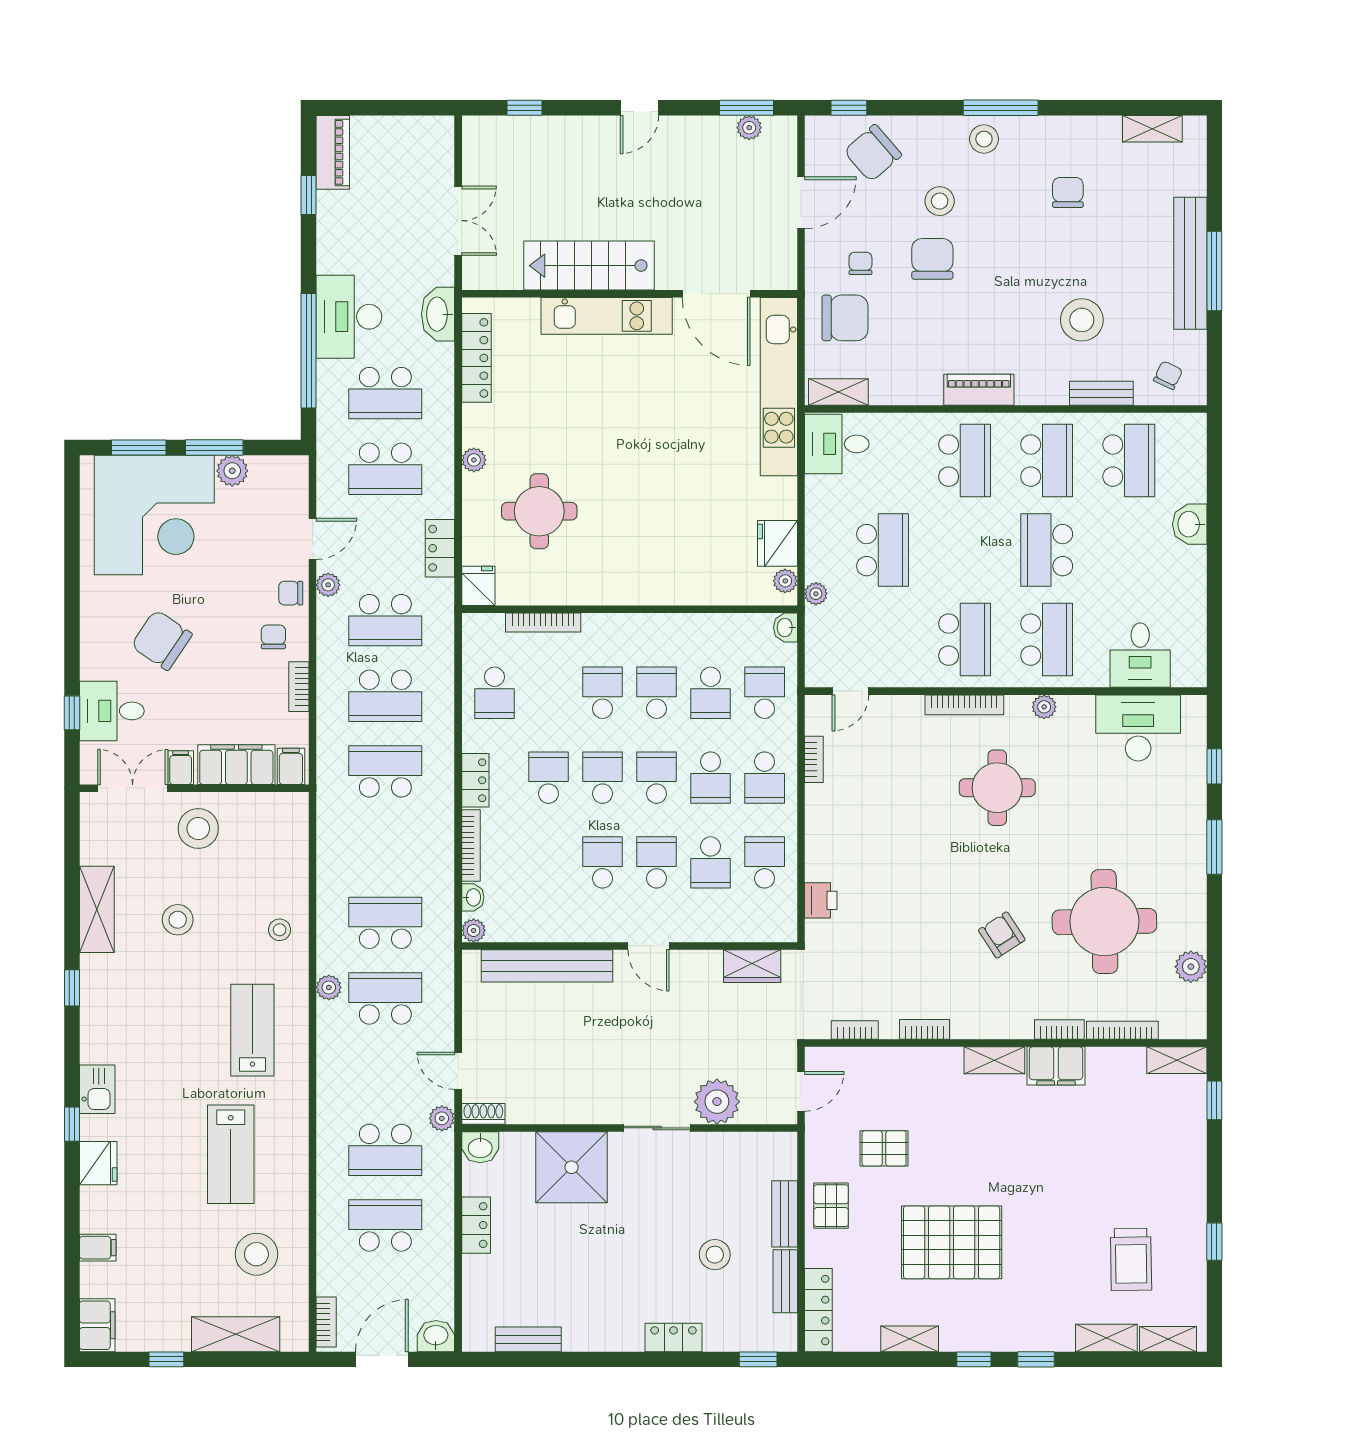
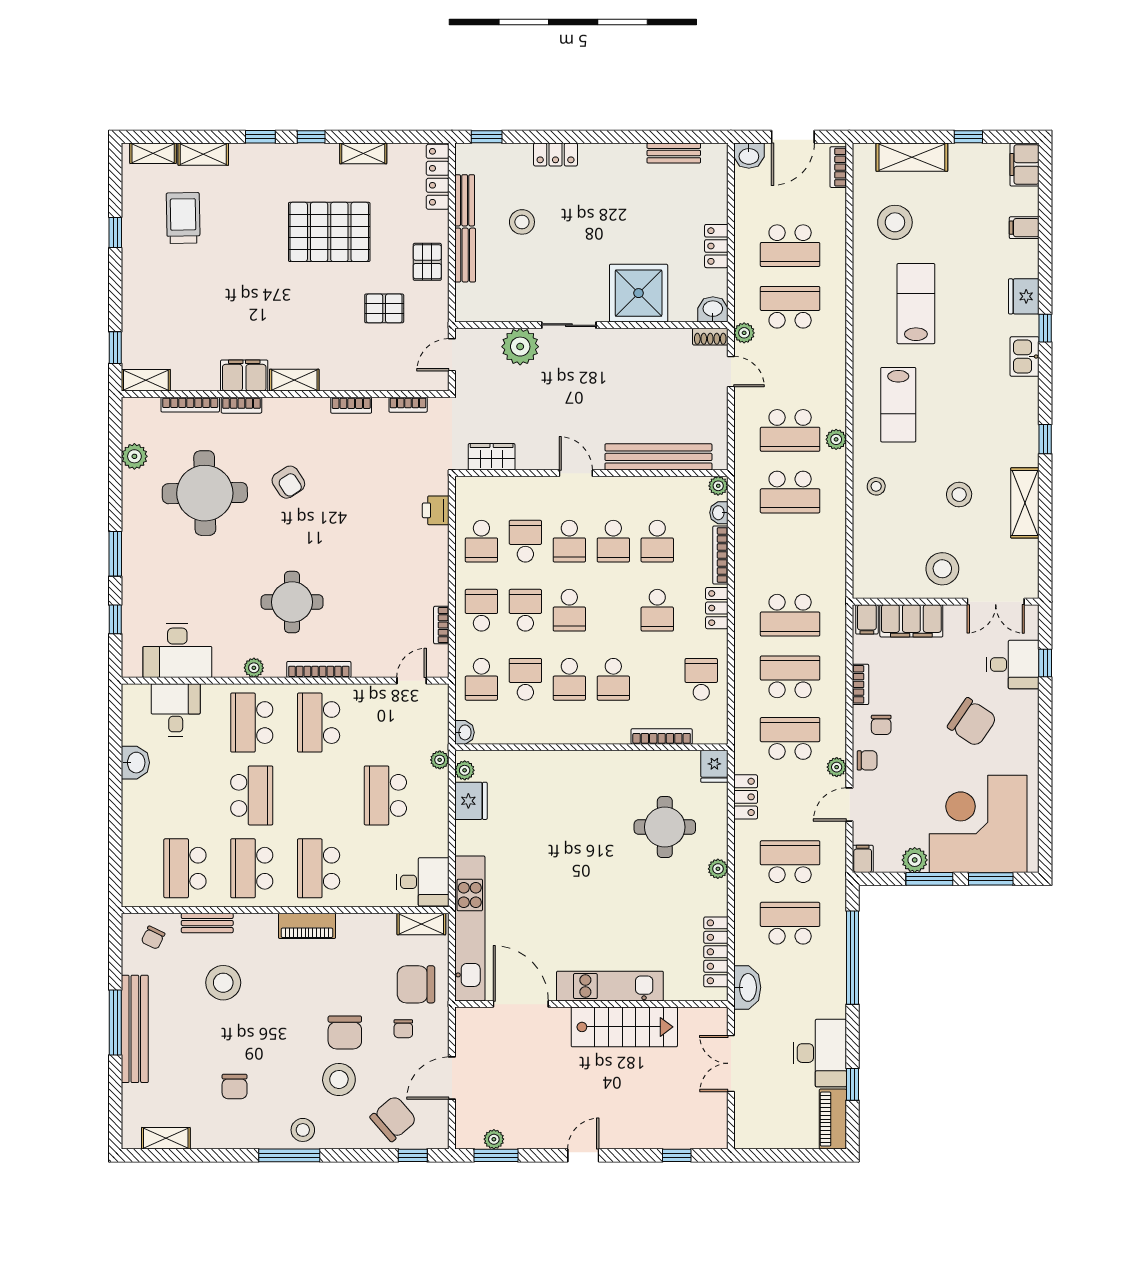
stool: (940, 201) -> (339, 1079), width x1.38, depth x1.38
desk: (349, 317) -> (820, 1053), moved
washbasin: (1190, 524) -> (135, 763), moved
filing cabinet: (181, 768) -> (863, 859), moved, turned 180
school desk: (603, 778) -> (657, 541), moved

